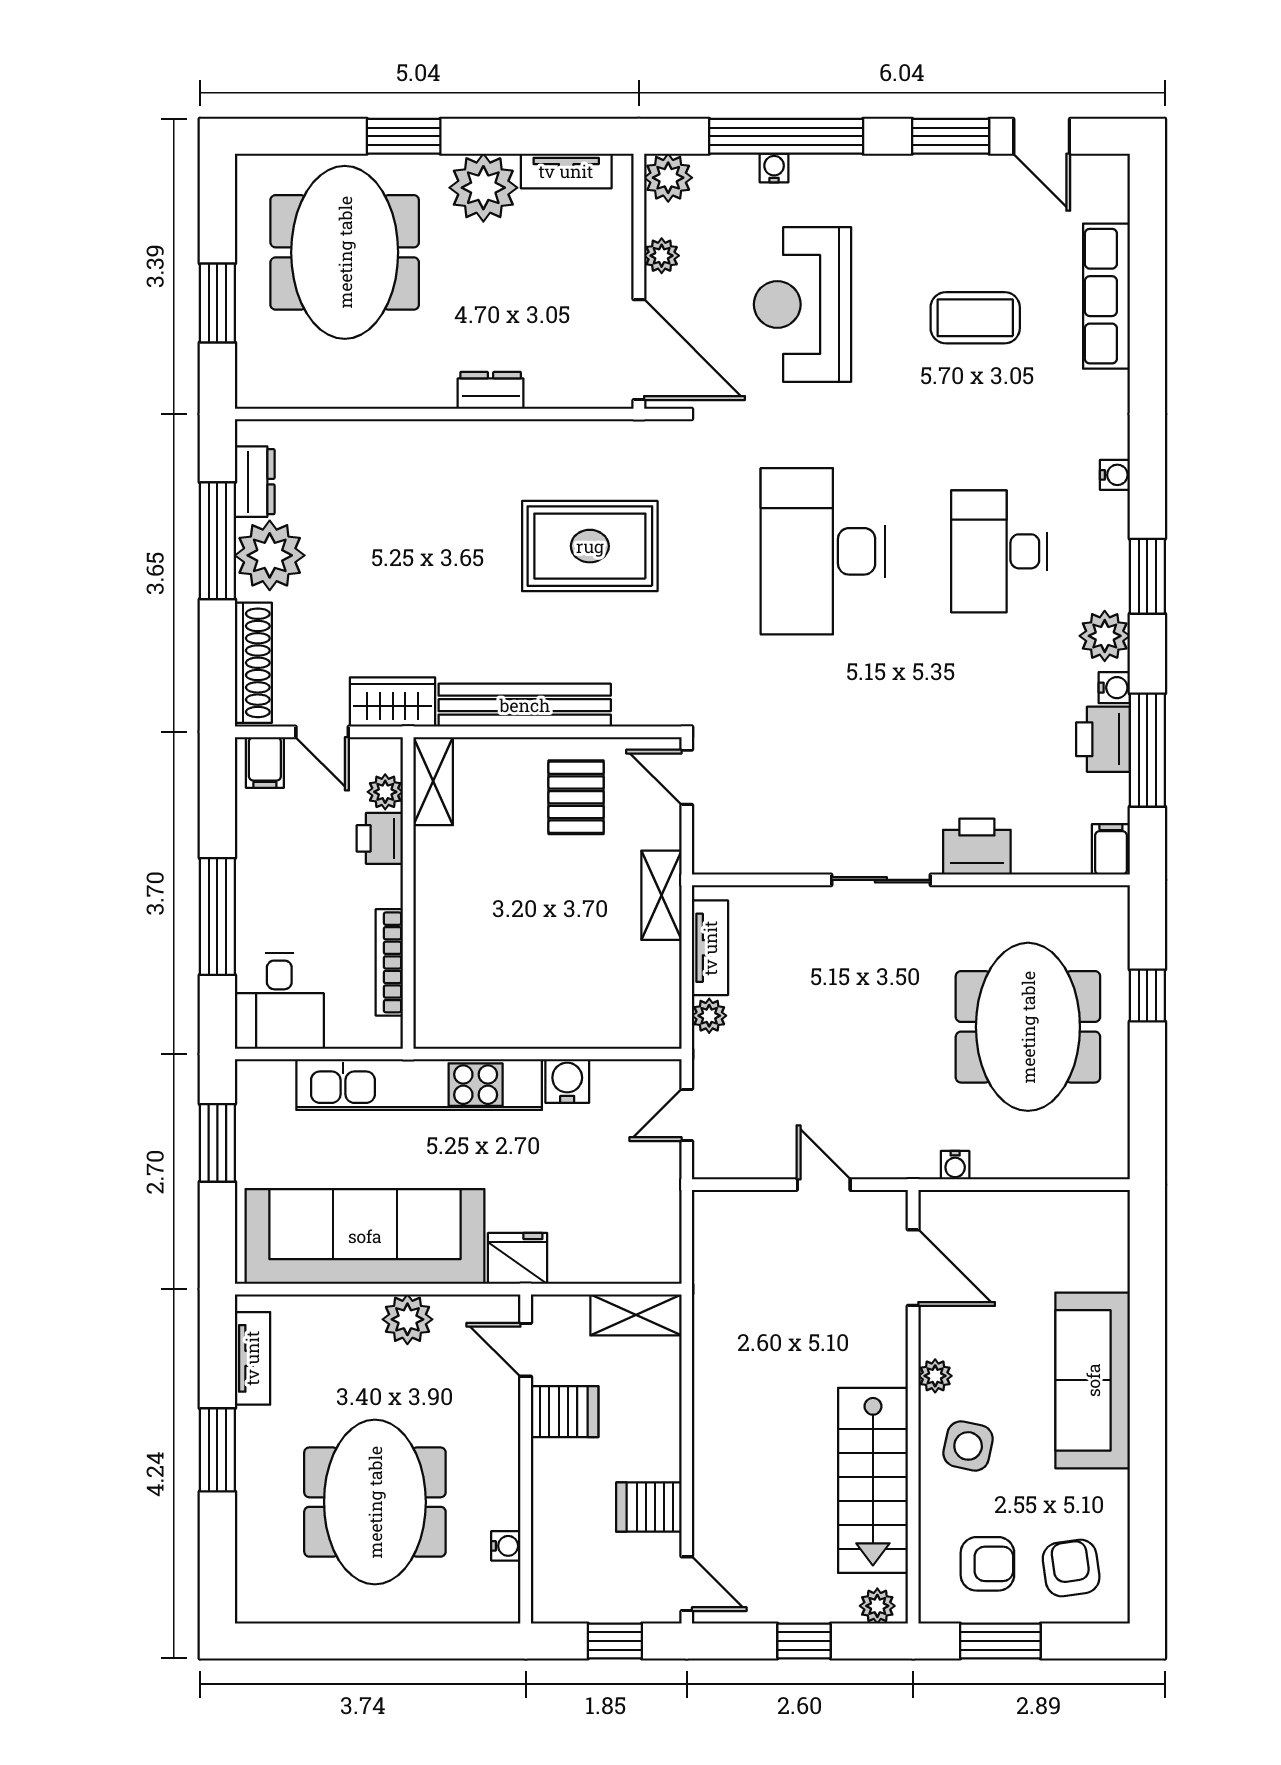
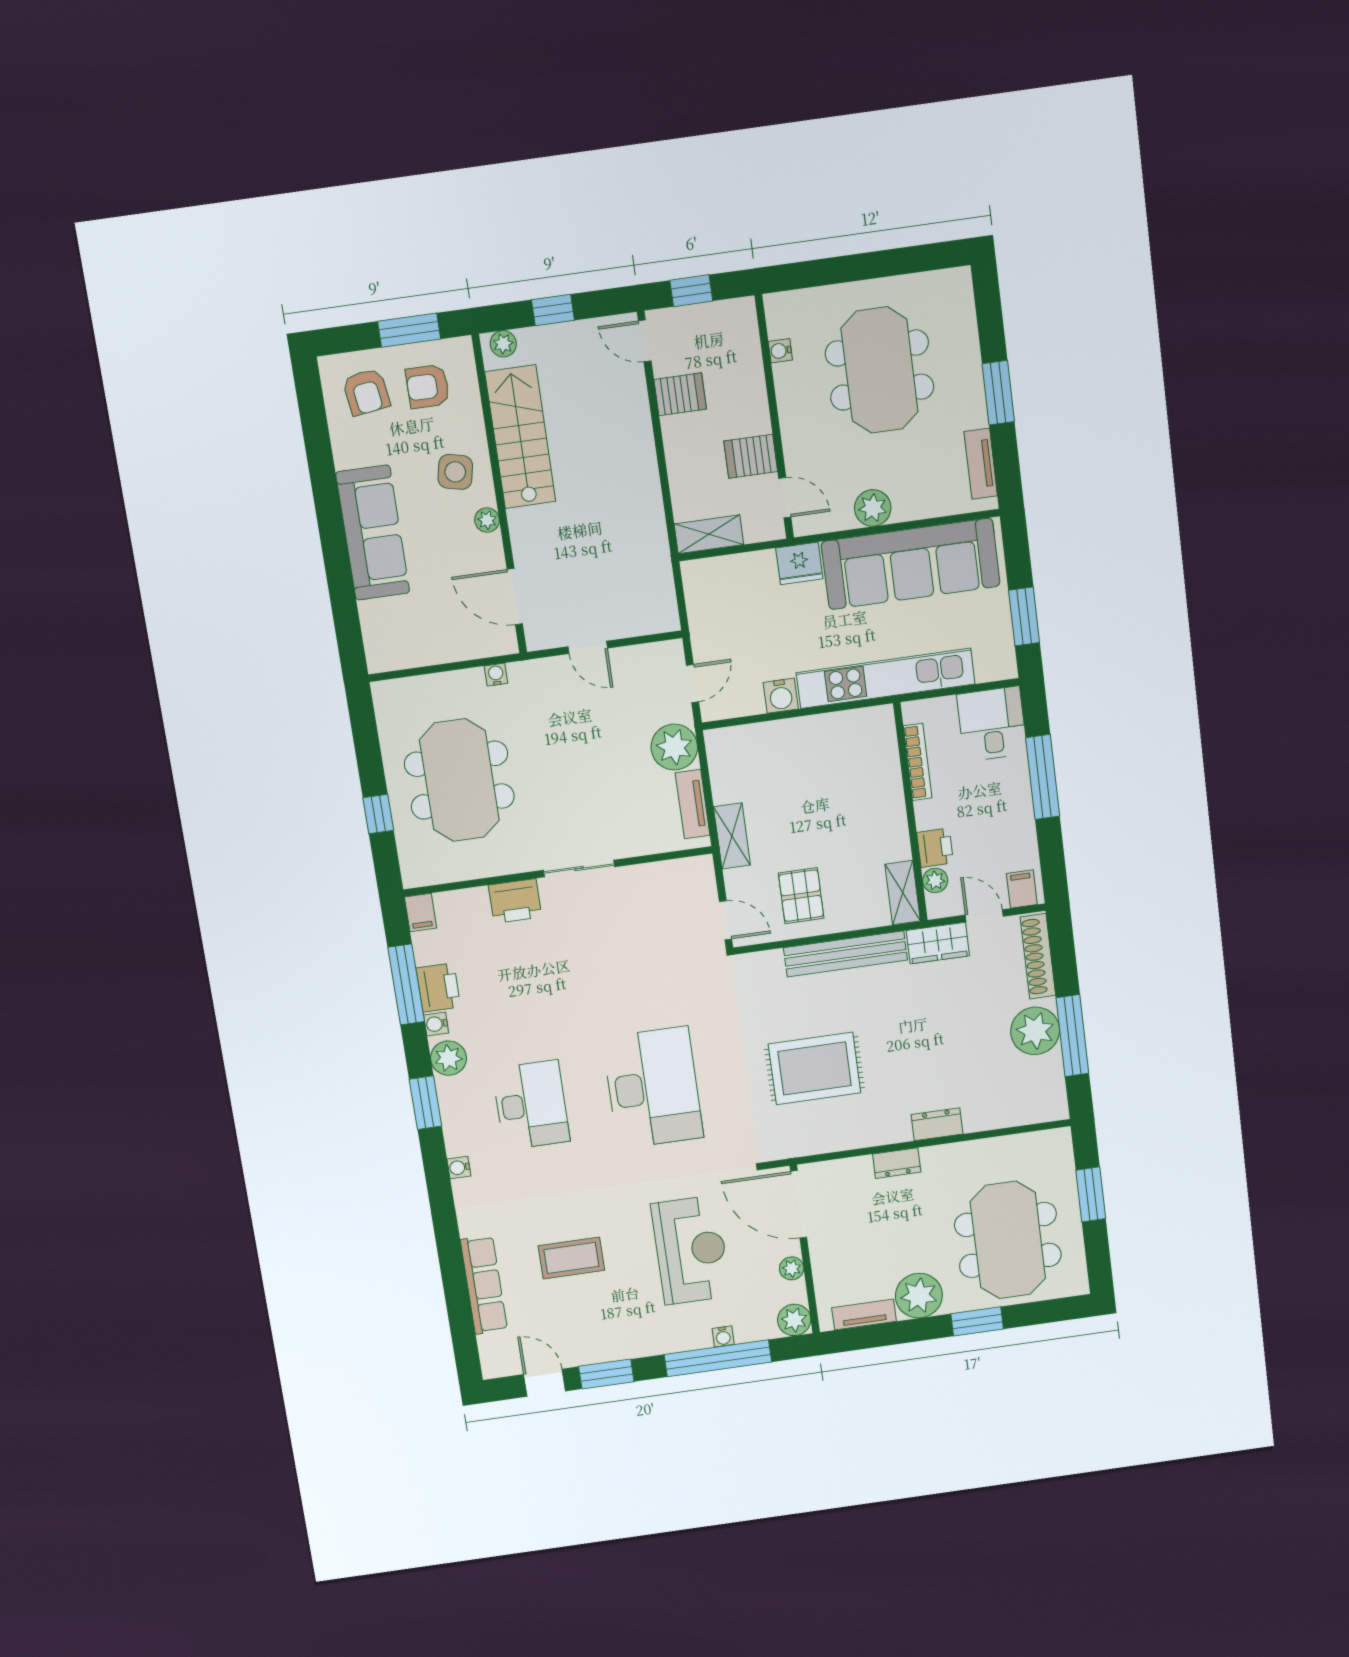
dresser: (255, 482) -> (937, 1124), moved, turned 90
plant: (709, 1016) -> (674, 747), width x1.88, depth x1.88

